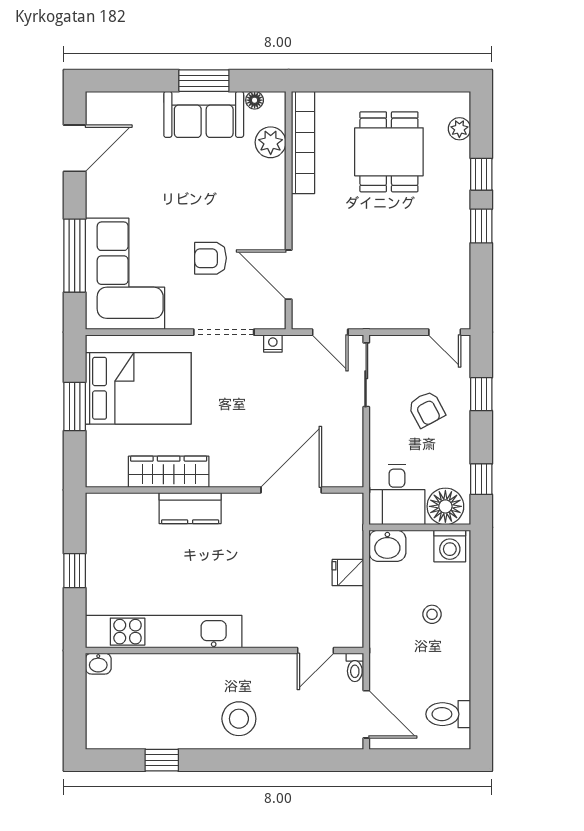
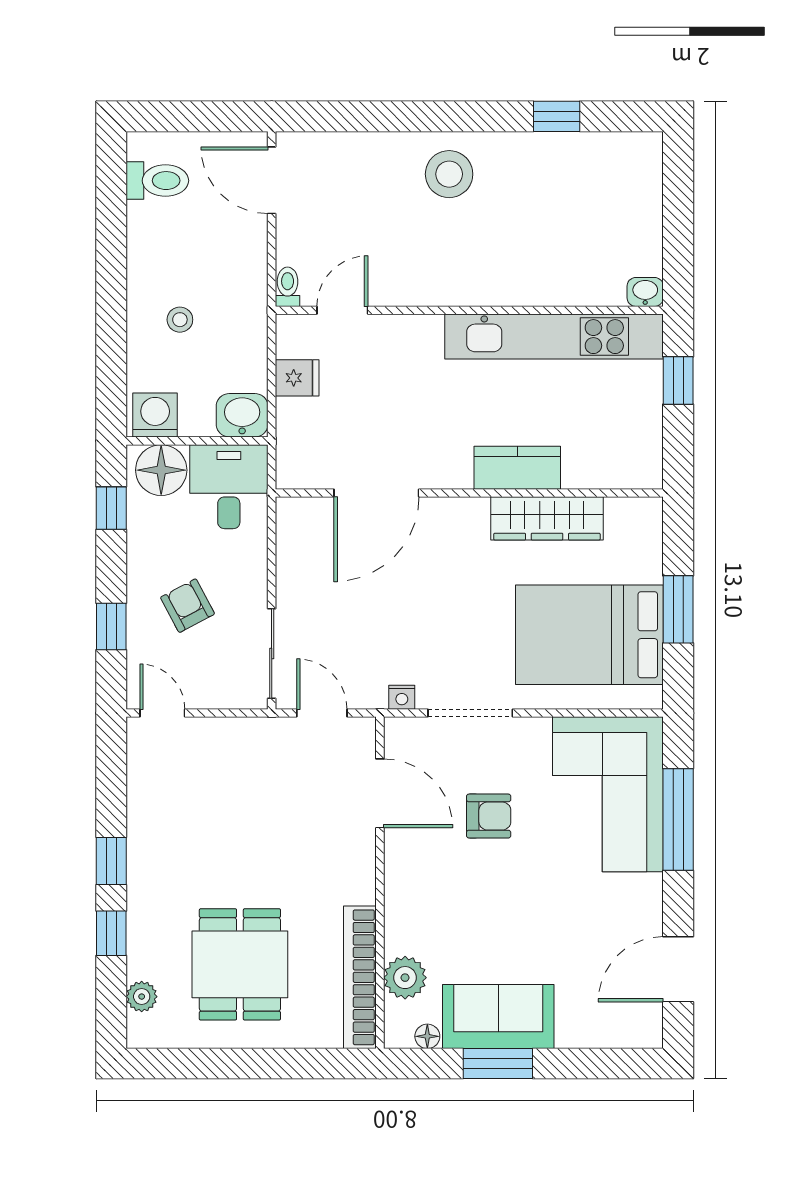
kitchen unit: (164, 632) -> (554, 337), moved
wall: (224, 650) -> (469, 310), moved
door: (315, 650) -> (342, 310), moved
washbasin: (98, 664) -> (645, 292), moved
toilet: (355, 667) -> (288, 287), moved

